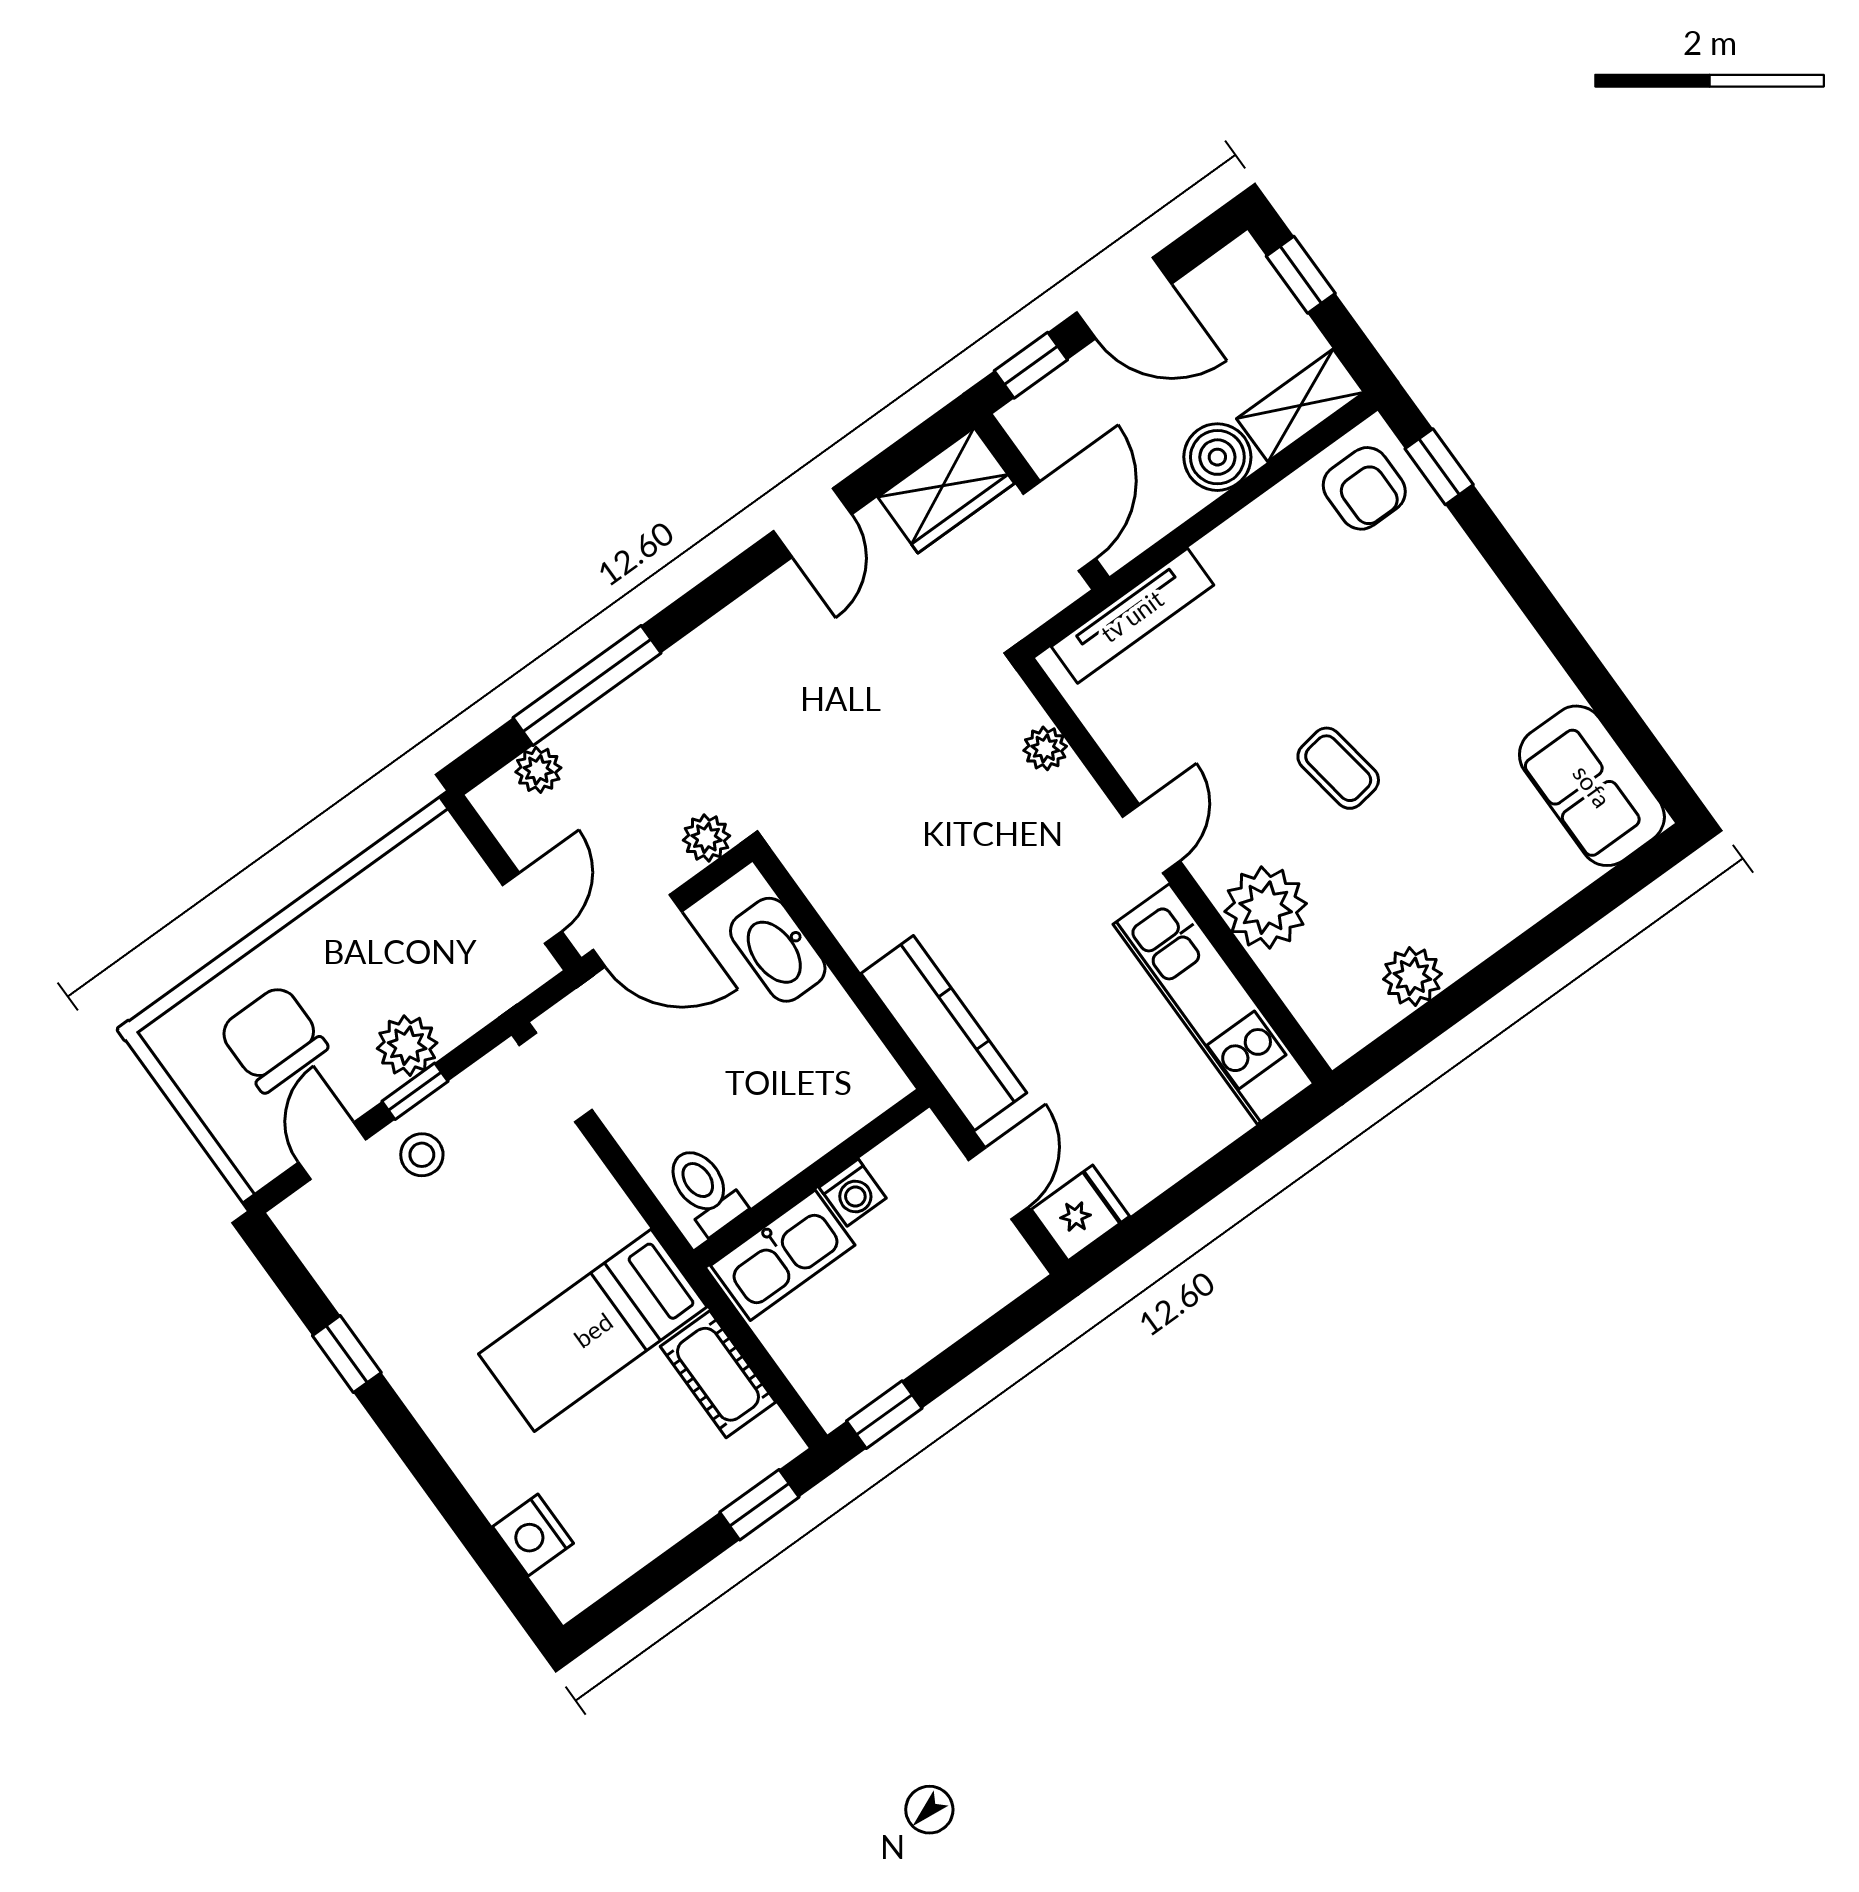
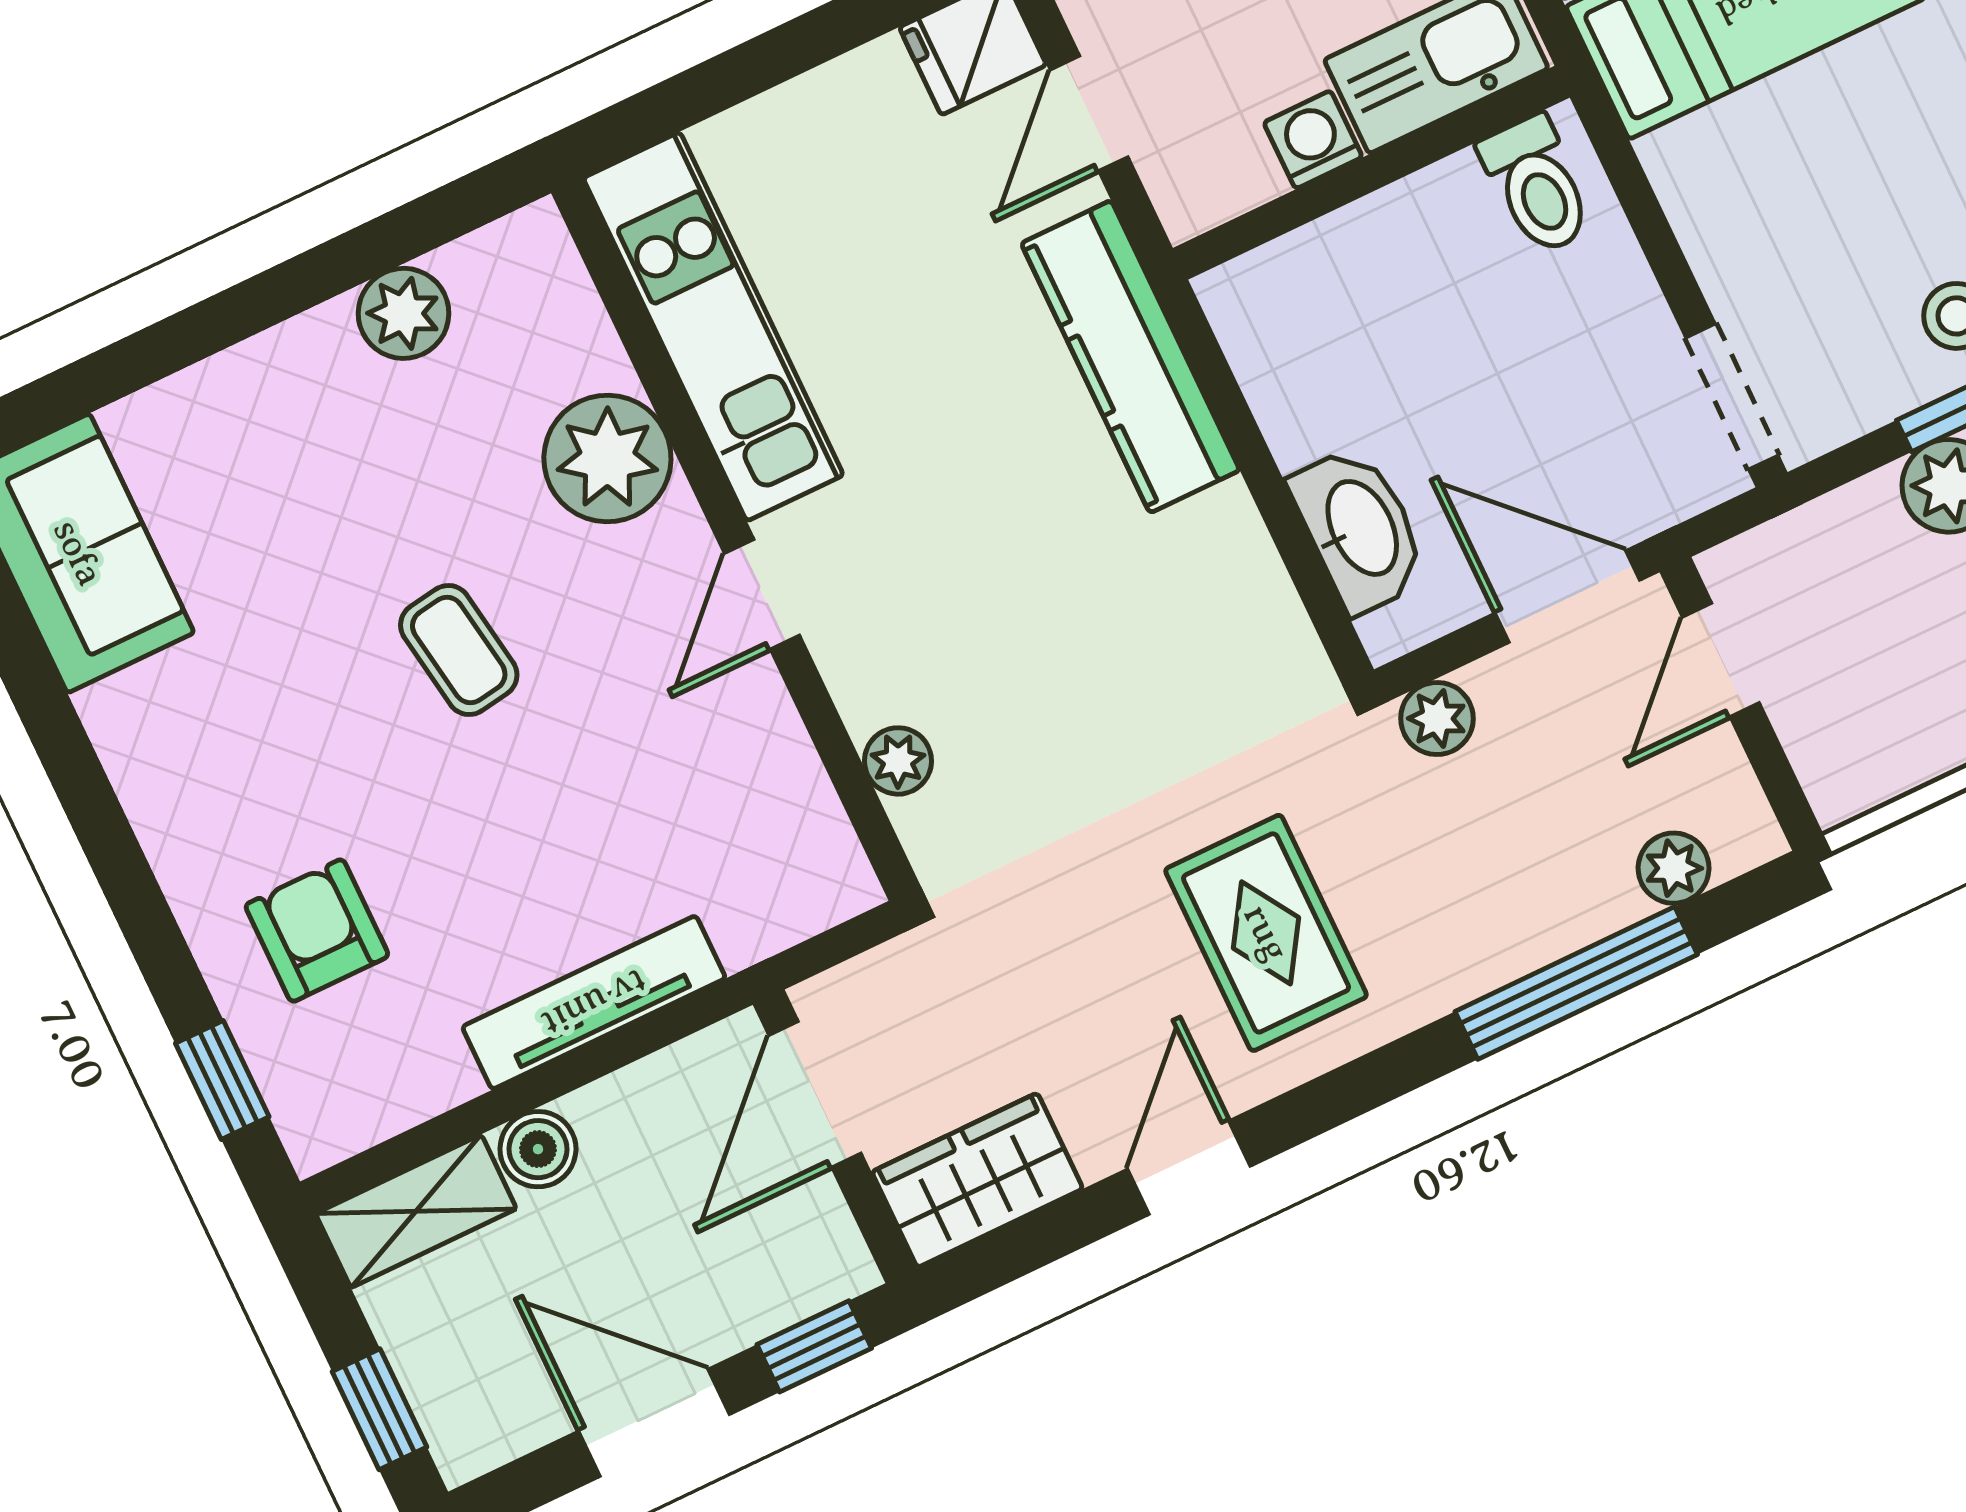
boiler: (1217, 457) -> (538, 1149), width x0.73, depth x0.73
armchair: (1364, 488) -> (317, 930), moved
tv unit: (1132, 616) -> (594, 1002), moved
rug: (791, 681) -> (1266, 933), added

